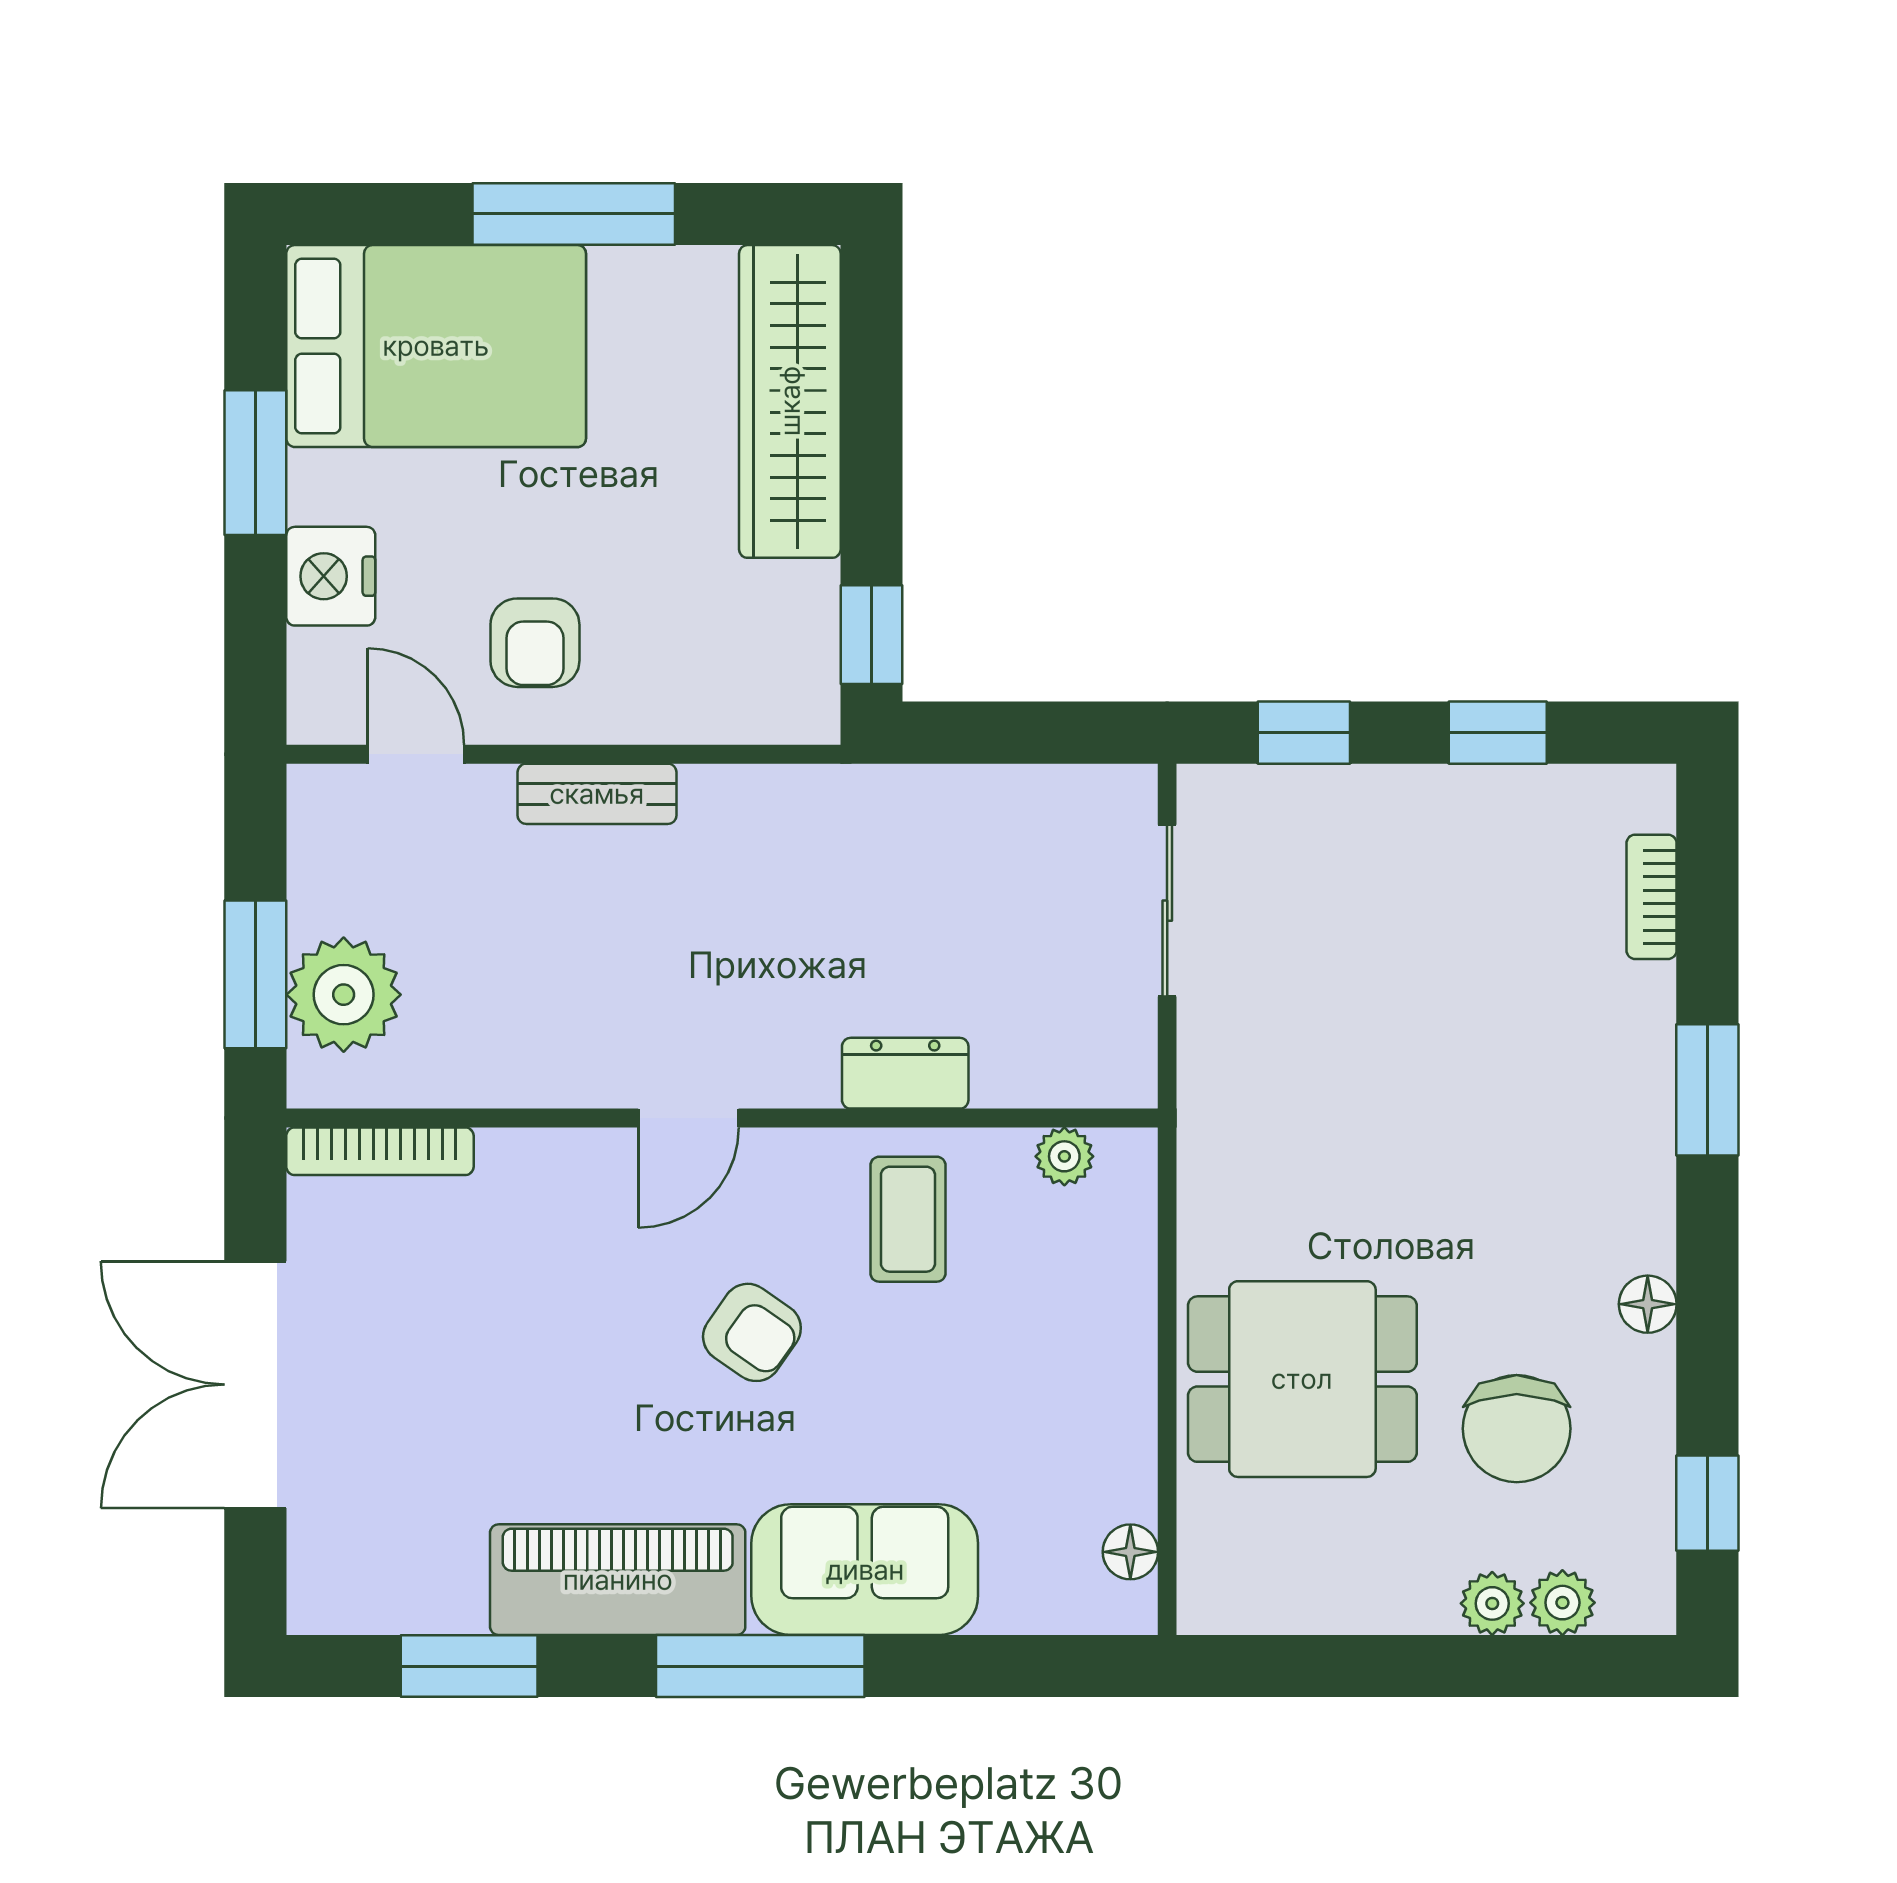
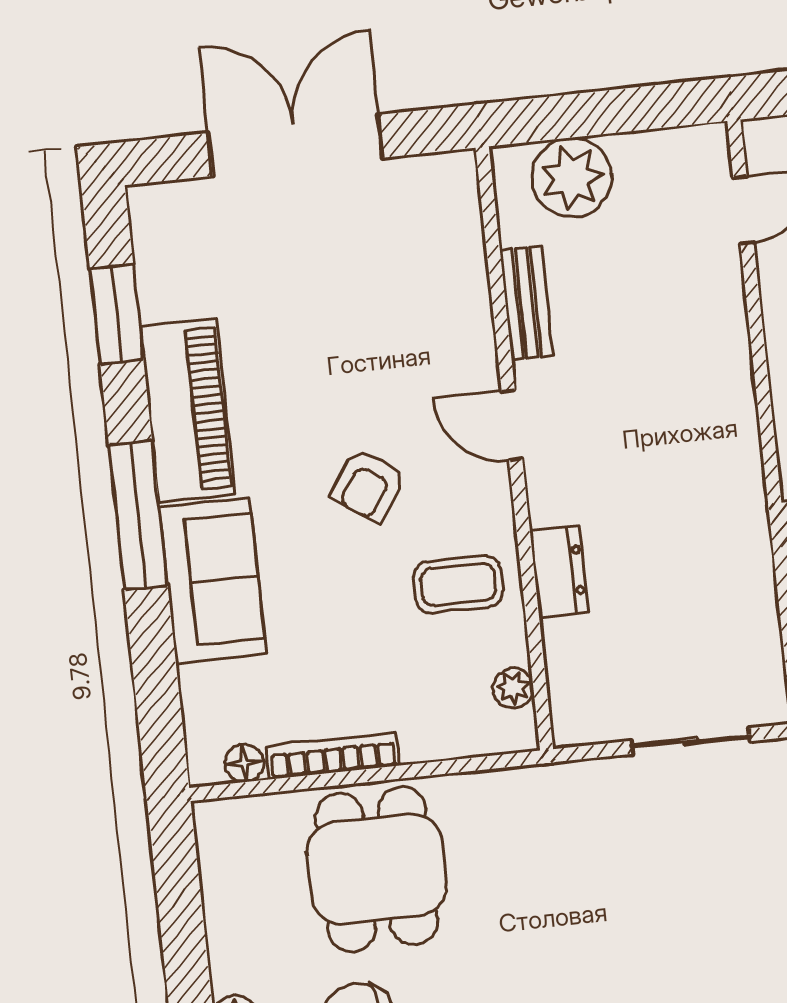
bench: (597, 794) -> (527, 303), moved
window: (255, 974) -> (579, 115), removed
bookcase: (380, 1151) -> (333, 756), moved, turned 90

